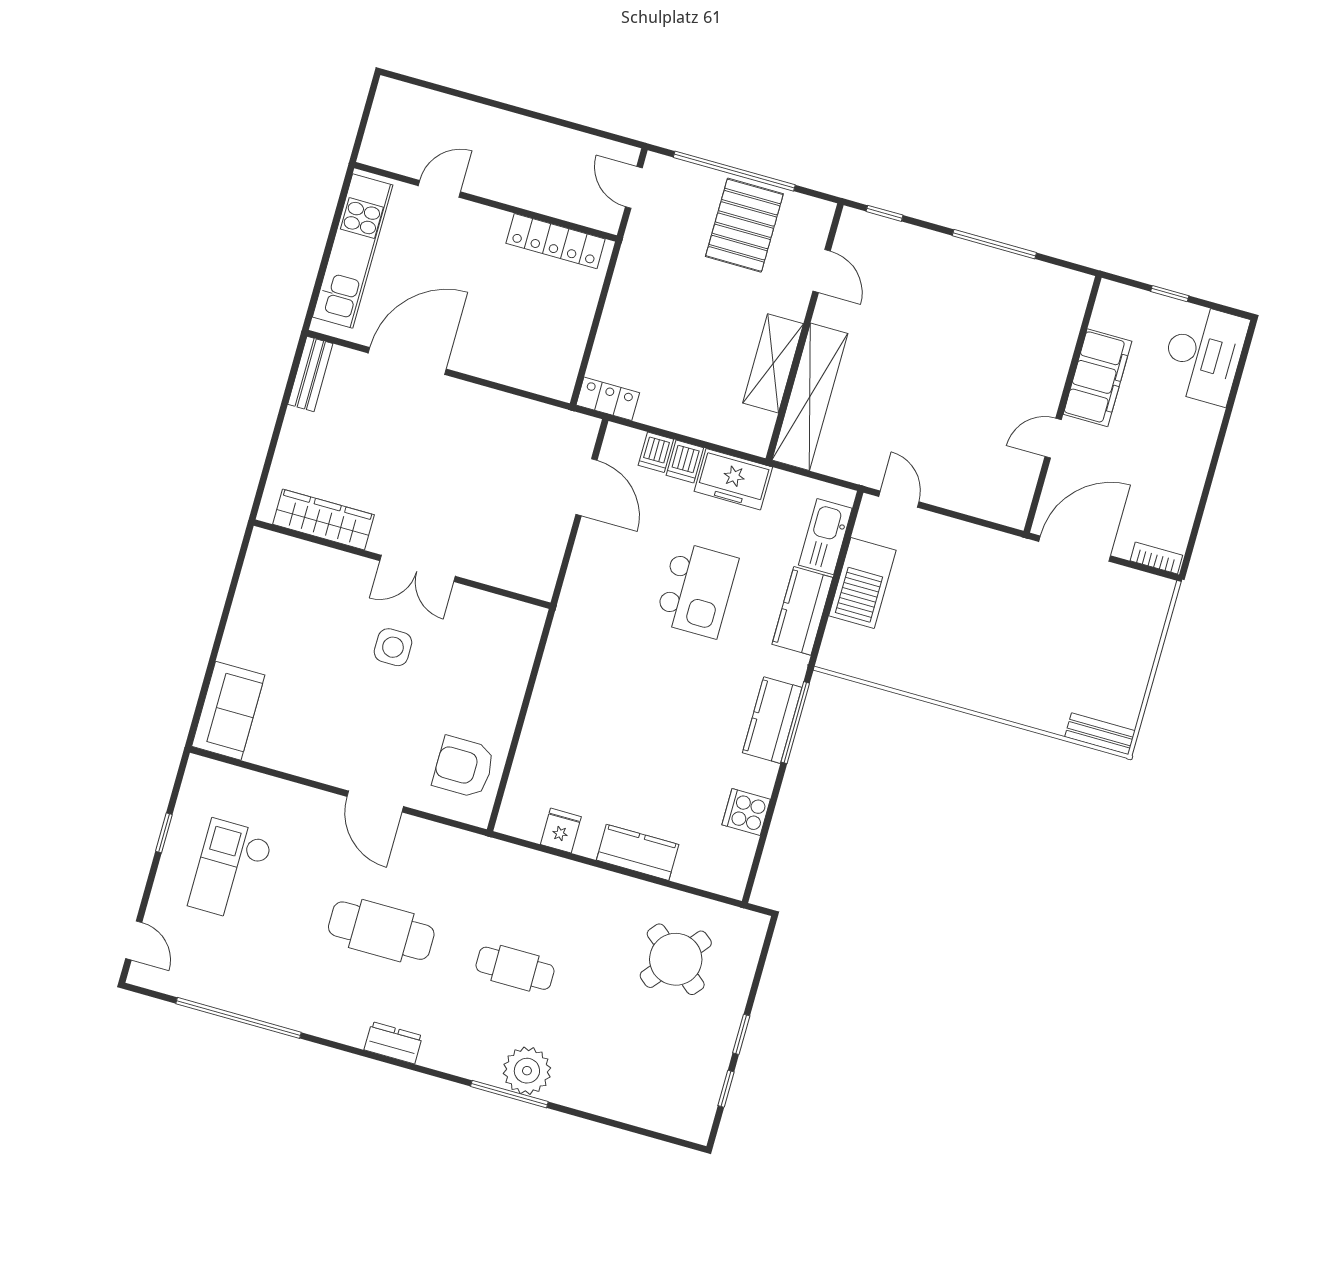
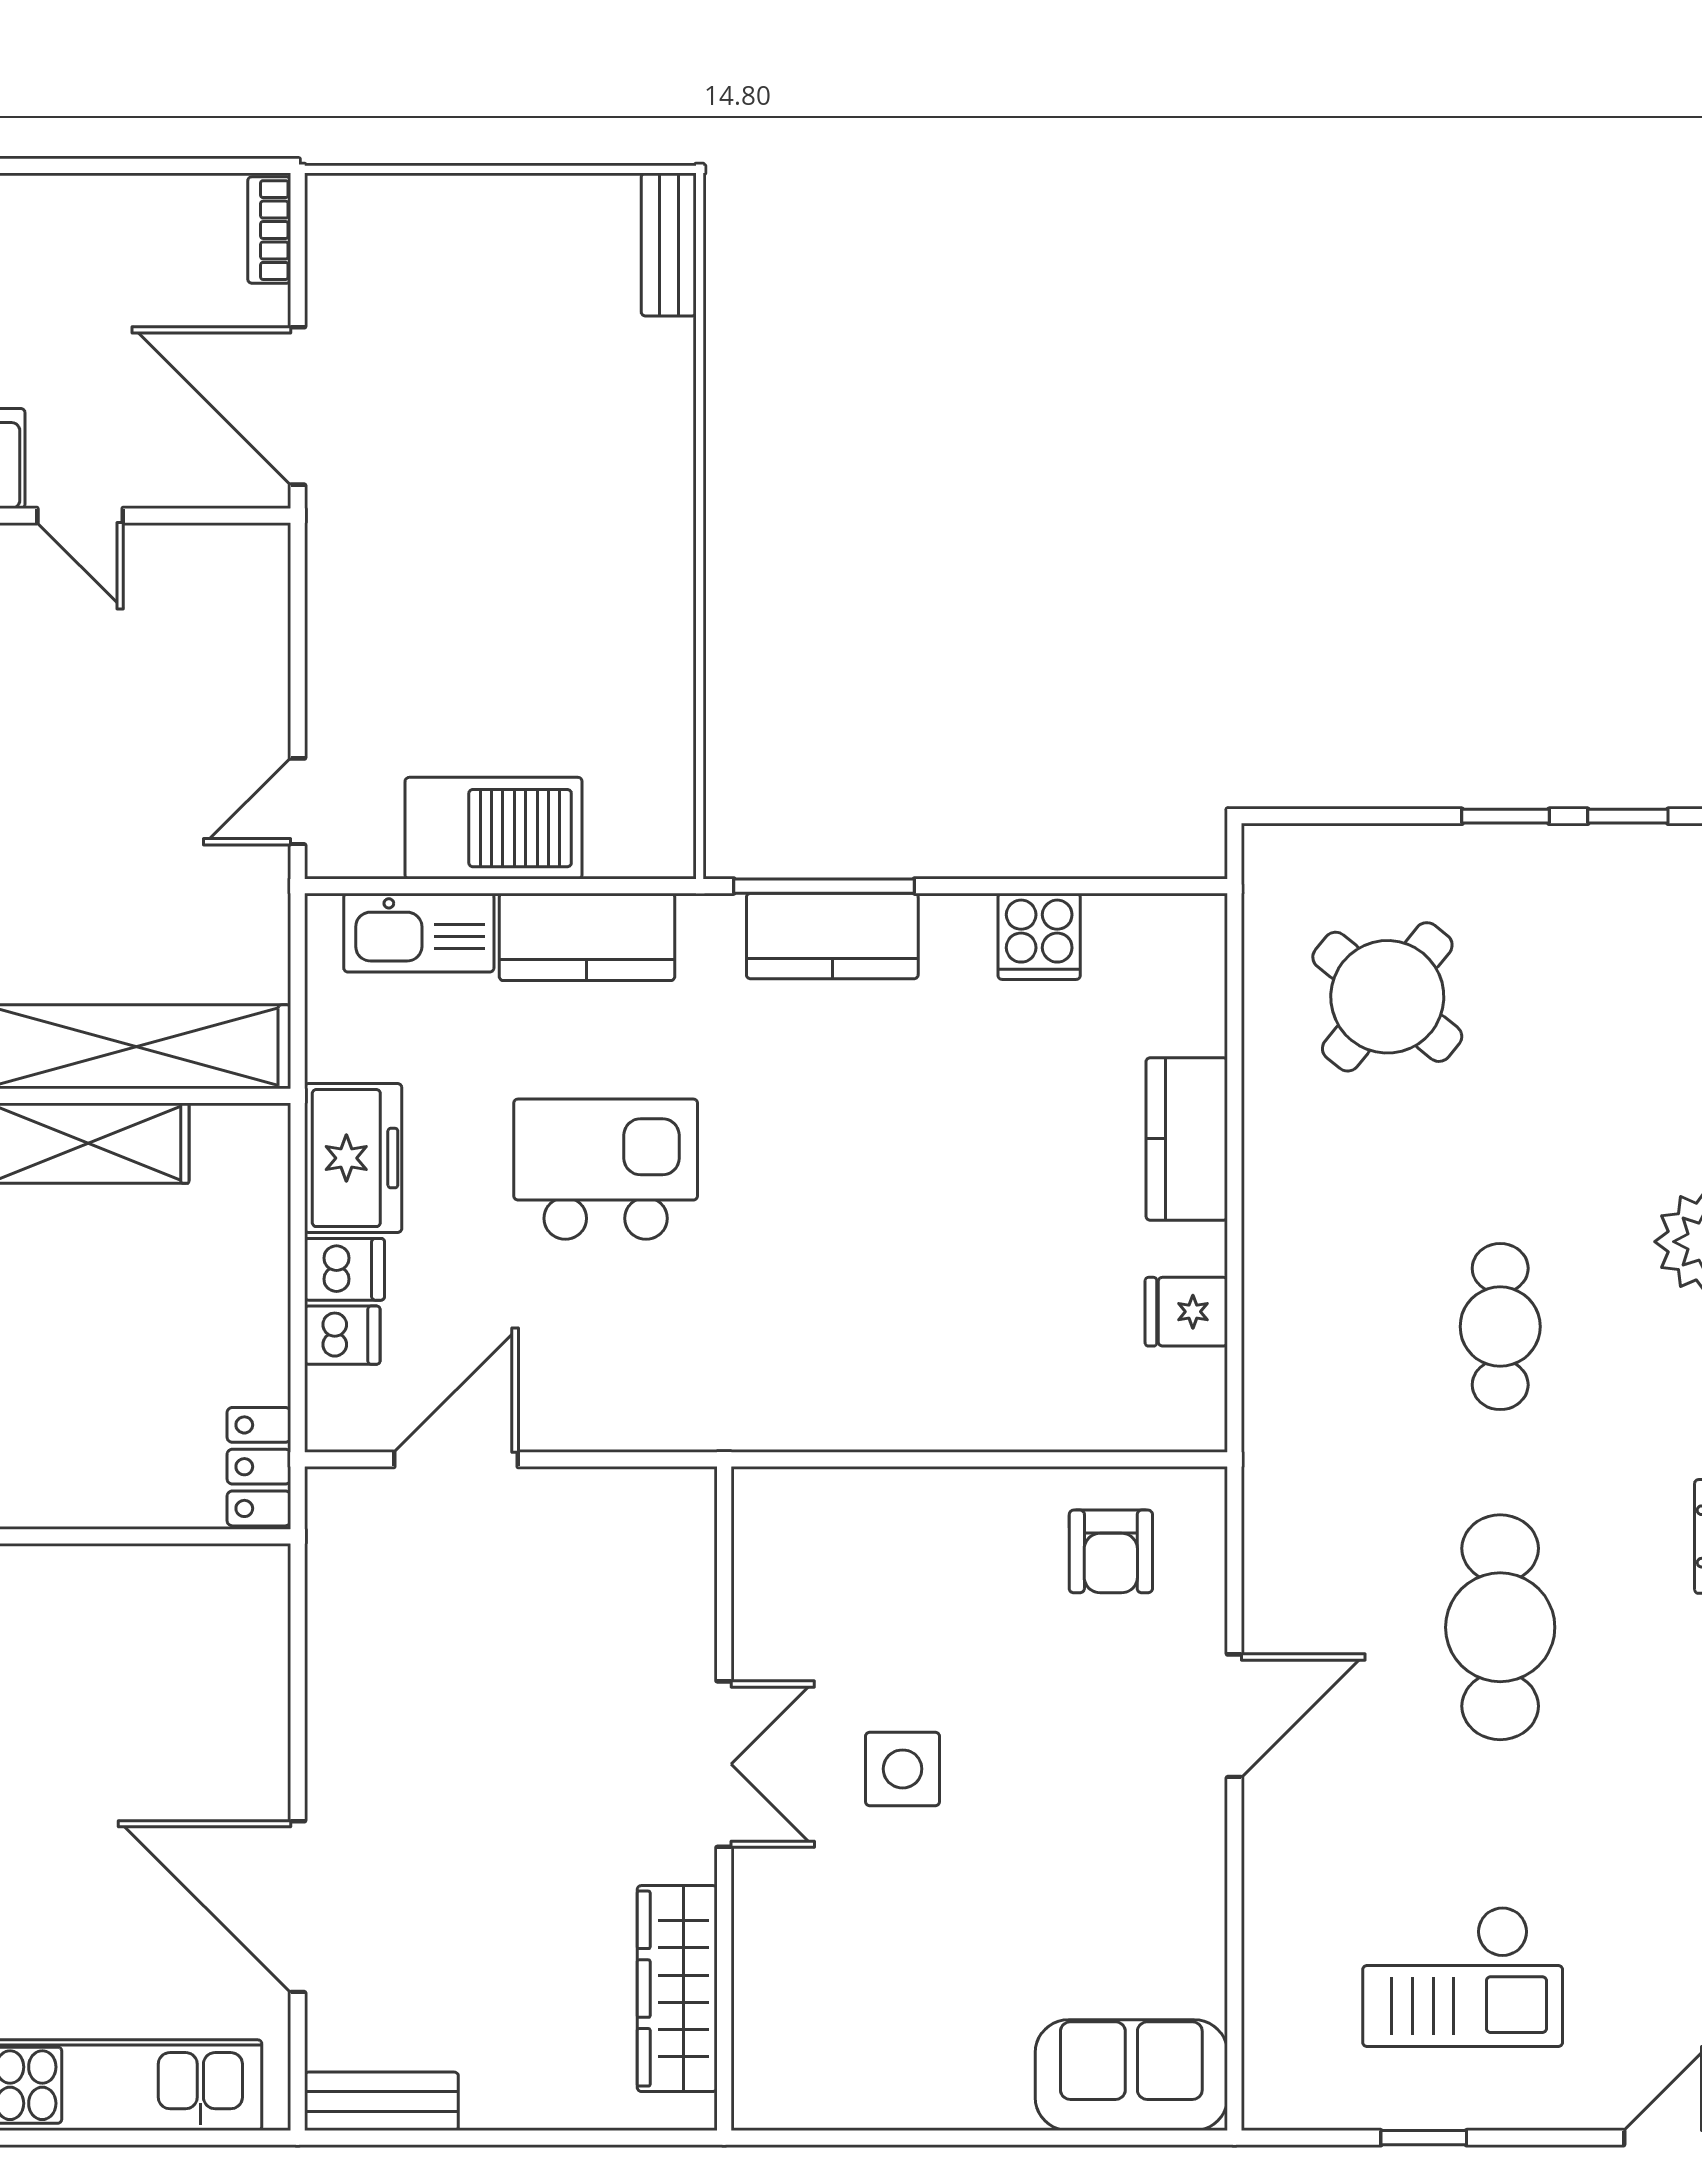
armchair: (464, 767) -> (1111, 1551), width x0.72, depth x0.72

